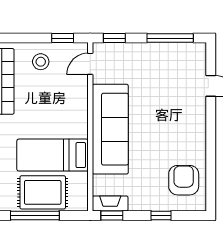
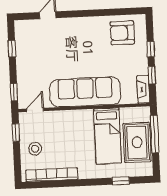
window: (170, 38) -> (12, 49), width x0.46
door: (90, 64) -> (35, 110), swing flipped
window: (35, 215) -> (155, 134), moved
window: (112, 215) -> (152, 75), moved

